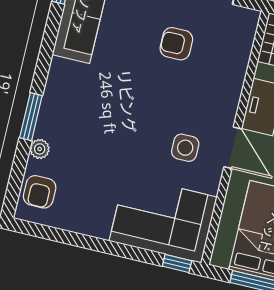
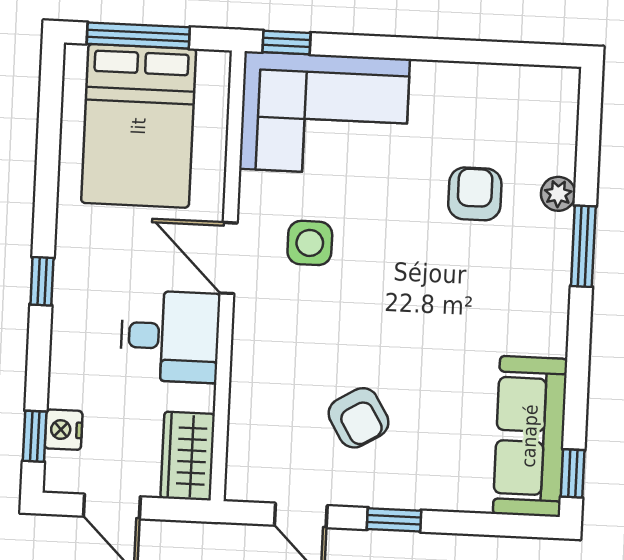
armchair: (176, 44) -> (358, 418), turned 59
armchair: (40, 192) -> (475, 194), moved

